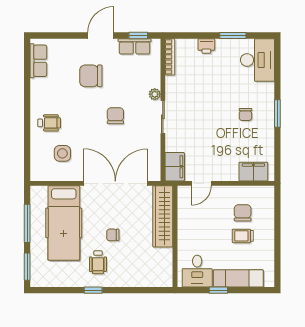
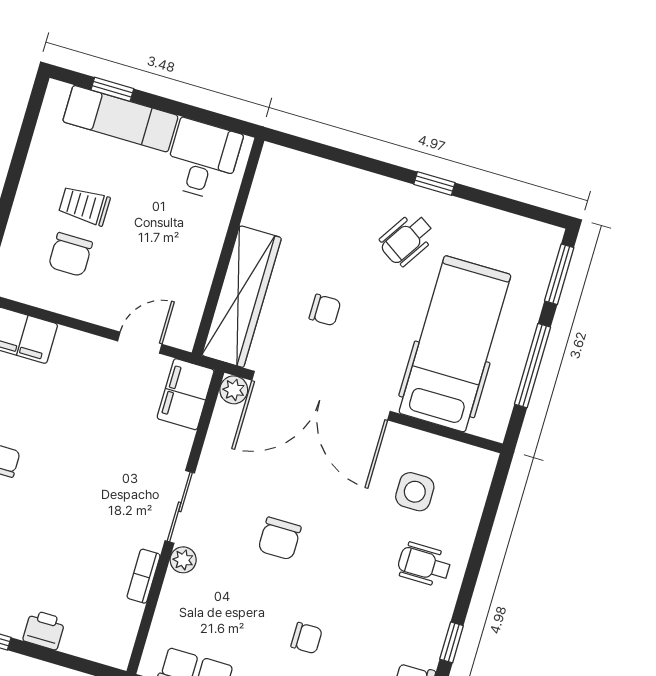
bookcase: (170, 57) -> (144, 576), moved, width x0.64
chair: (91, 76) -> (307, 638), width x0.54, depth x0.54
window: (27, 92) -> (452, 642), added
plant: (154, 175) -> (234, 390), added
chair: (113, 235) -> (325, 310), moved
trolley: (243, 236) -> (84, 206), turned 180
wheelchair: (98, 262) -> (407, 239), turned -147
window: (218, 290) -> (112, 89), moved

